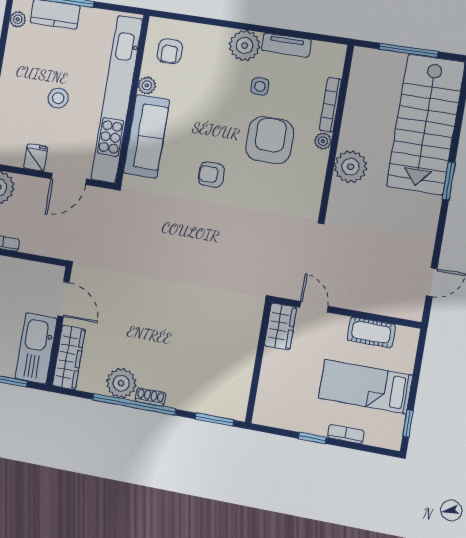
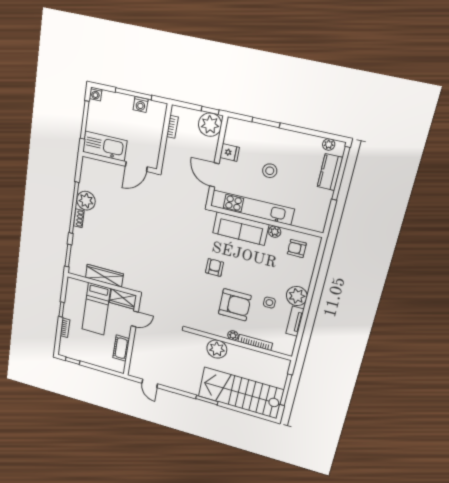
kitchen unit: (117, 99) -> (252, 207), width x0.73
wardrobe: (69, 357) -> (104, 276), moved, turned 180
bed: (365, 387) -> (96, 309), moved, turned 180

